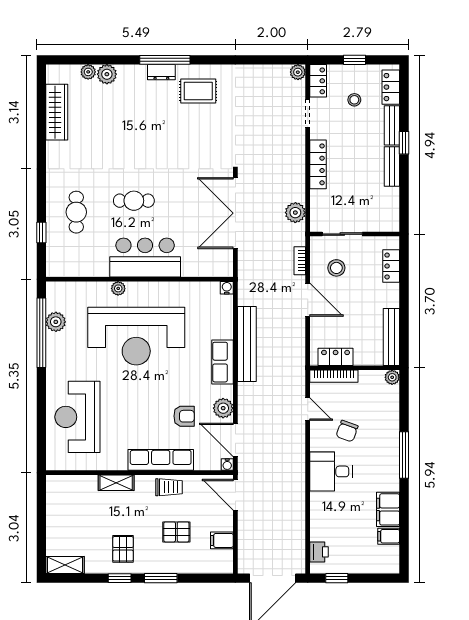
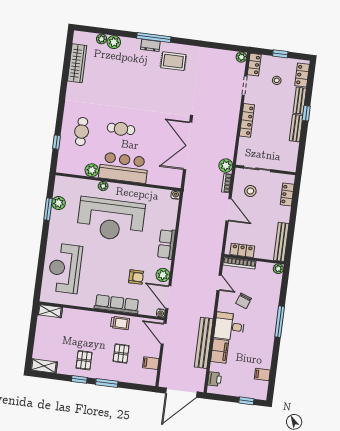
plant: (295, 213) -> (226, 166), moved
plant: (99, 267) -> (92, 170), added
window: (41, 333) -> (48, 209), width x0.47
bench: (247, 344) -> (204, 343), moved
shelving: (116, 483) -> (50, 311), moved
filing cabinet: (388, 509) -> (220, 351), moved, turned 180
pallet: (176, 532) -> (121, 353), turned 90
window: (337, 578) -> (246, 401), moved

